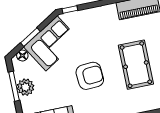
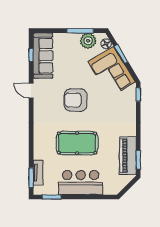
armchair: (90, 76) -> (76, 100), turned 94
plant: (26, 87) -> (88, 41), moved

